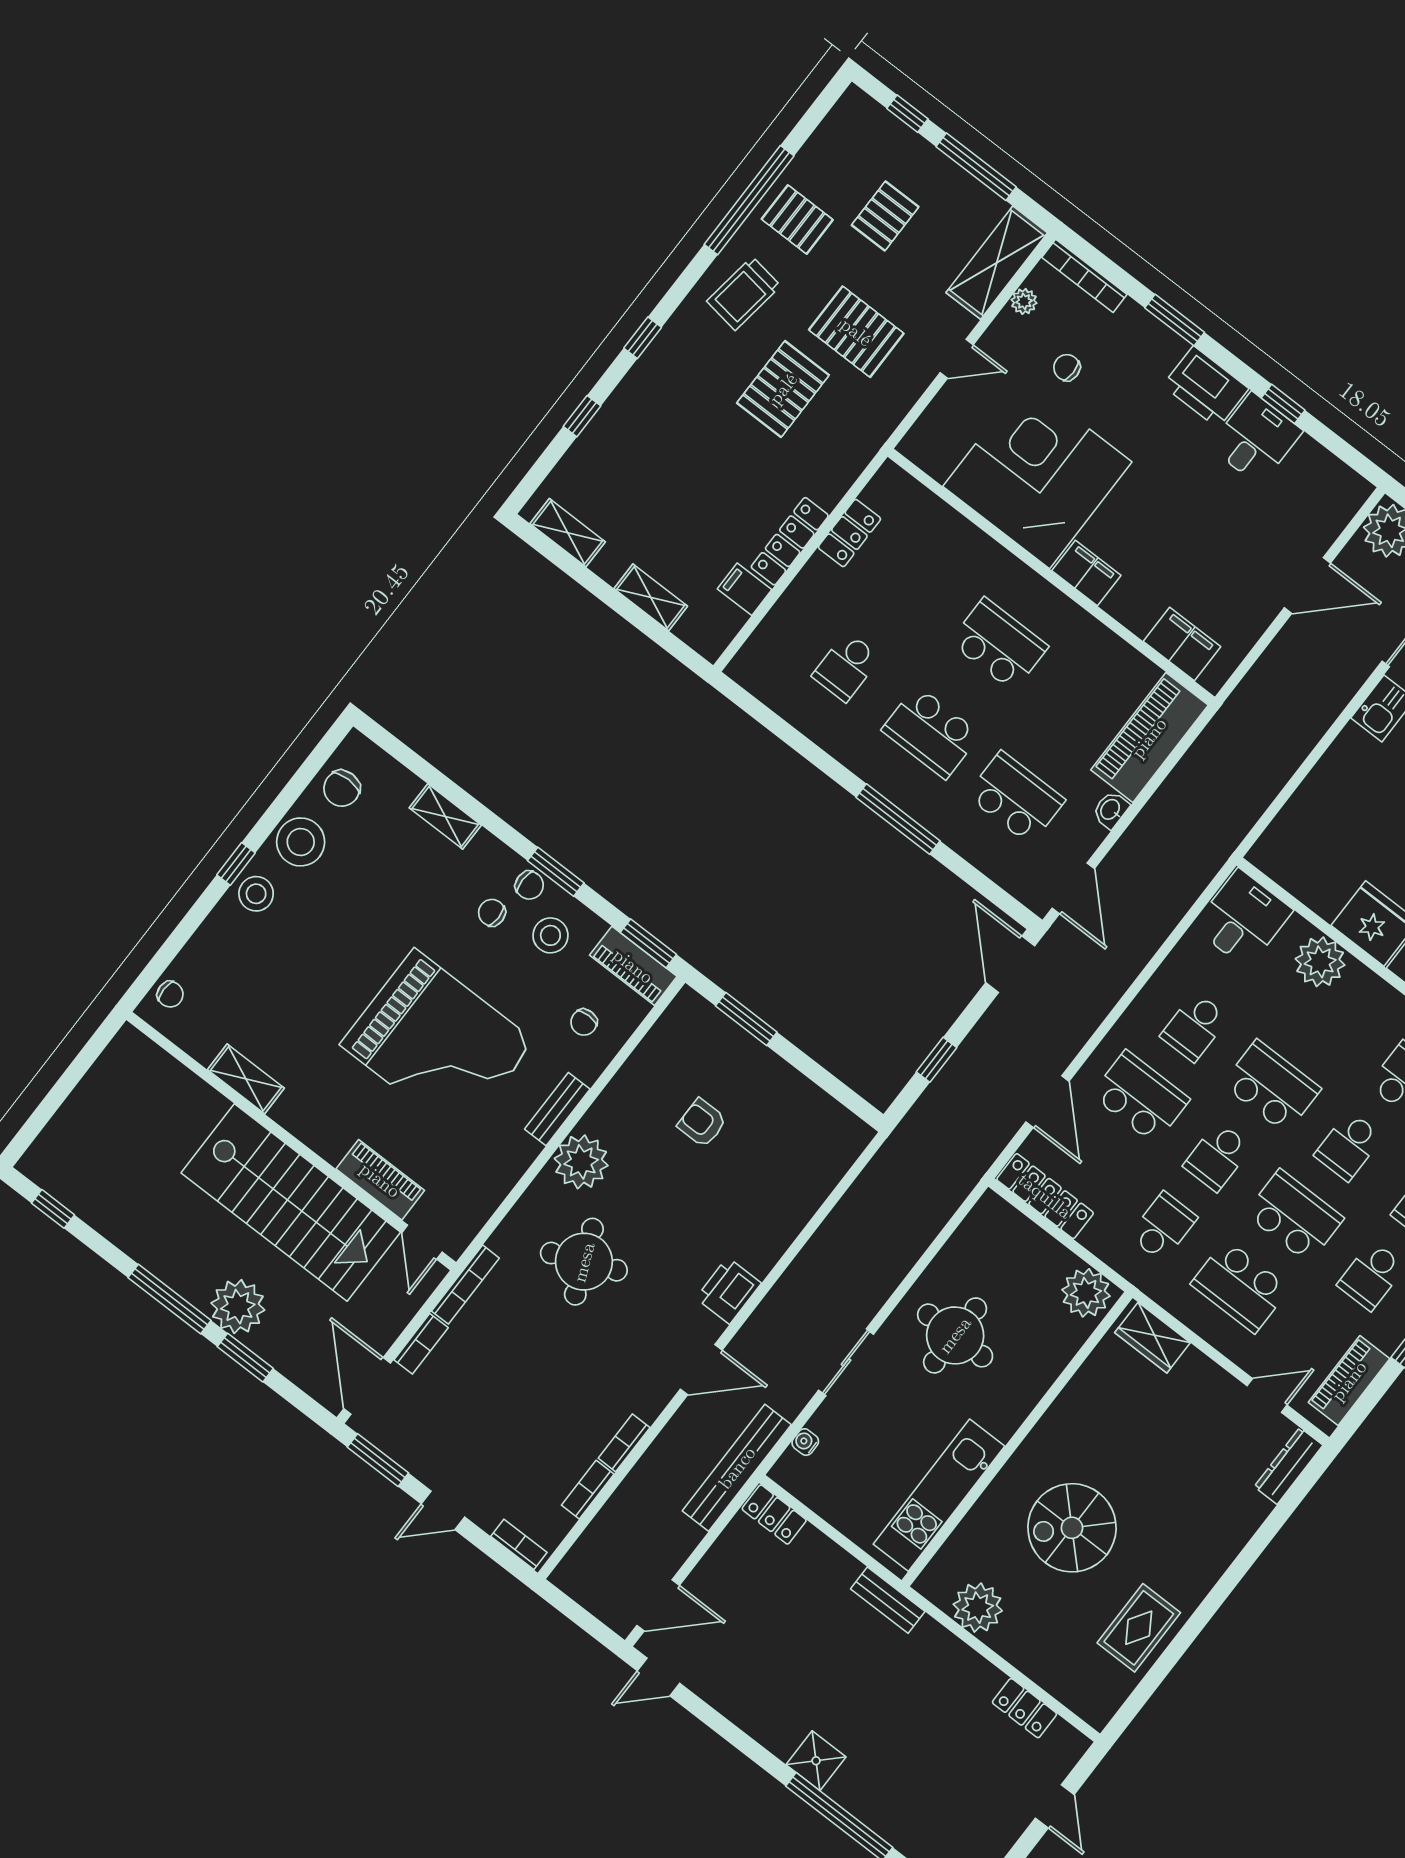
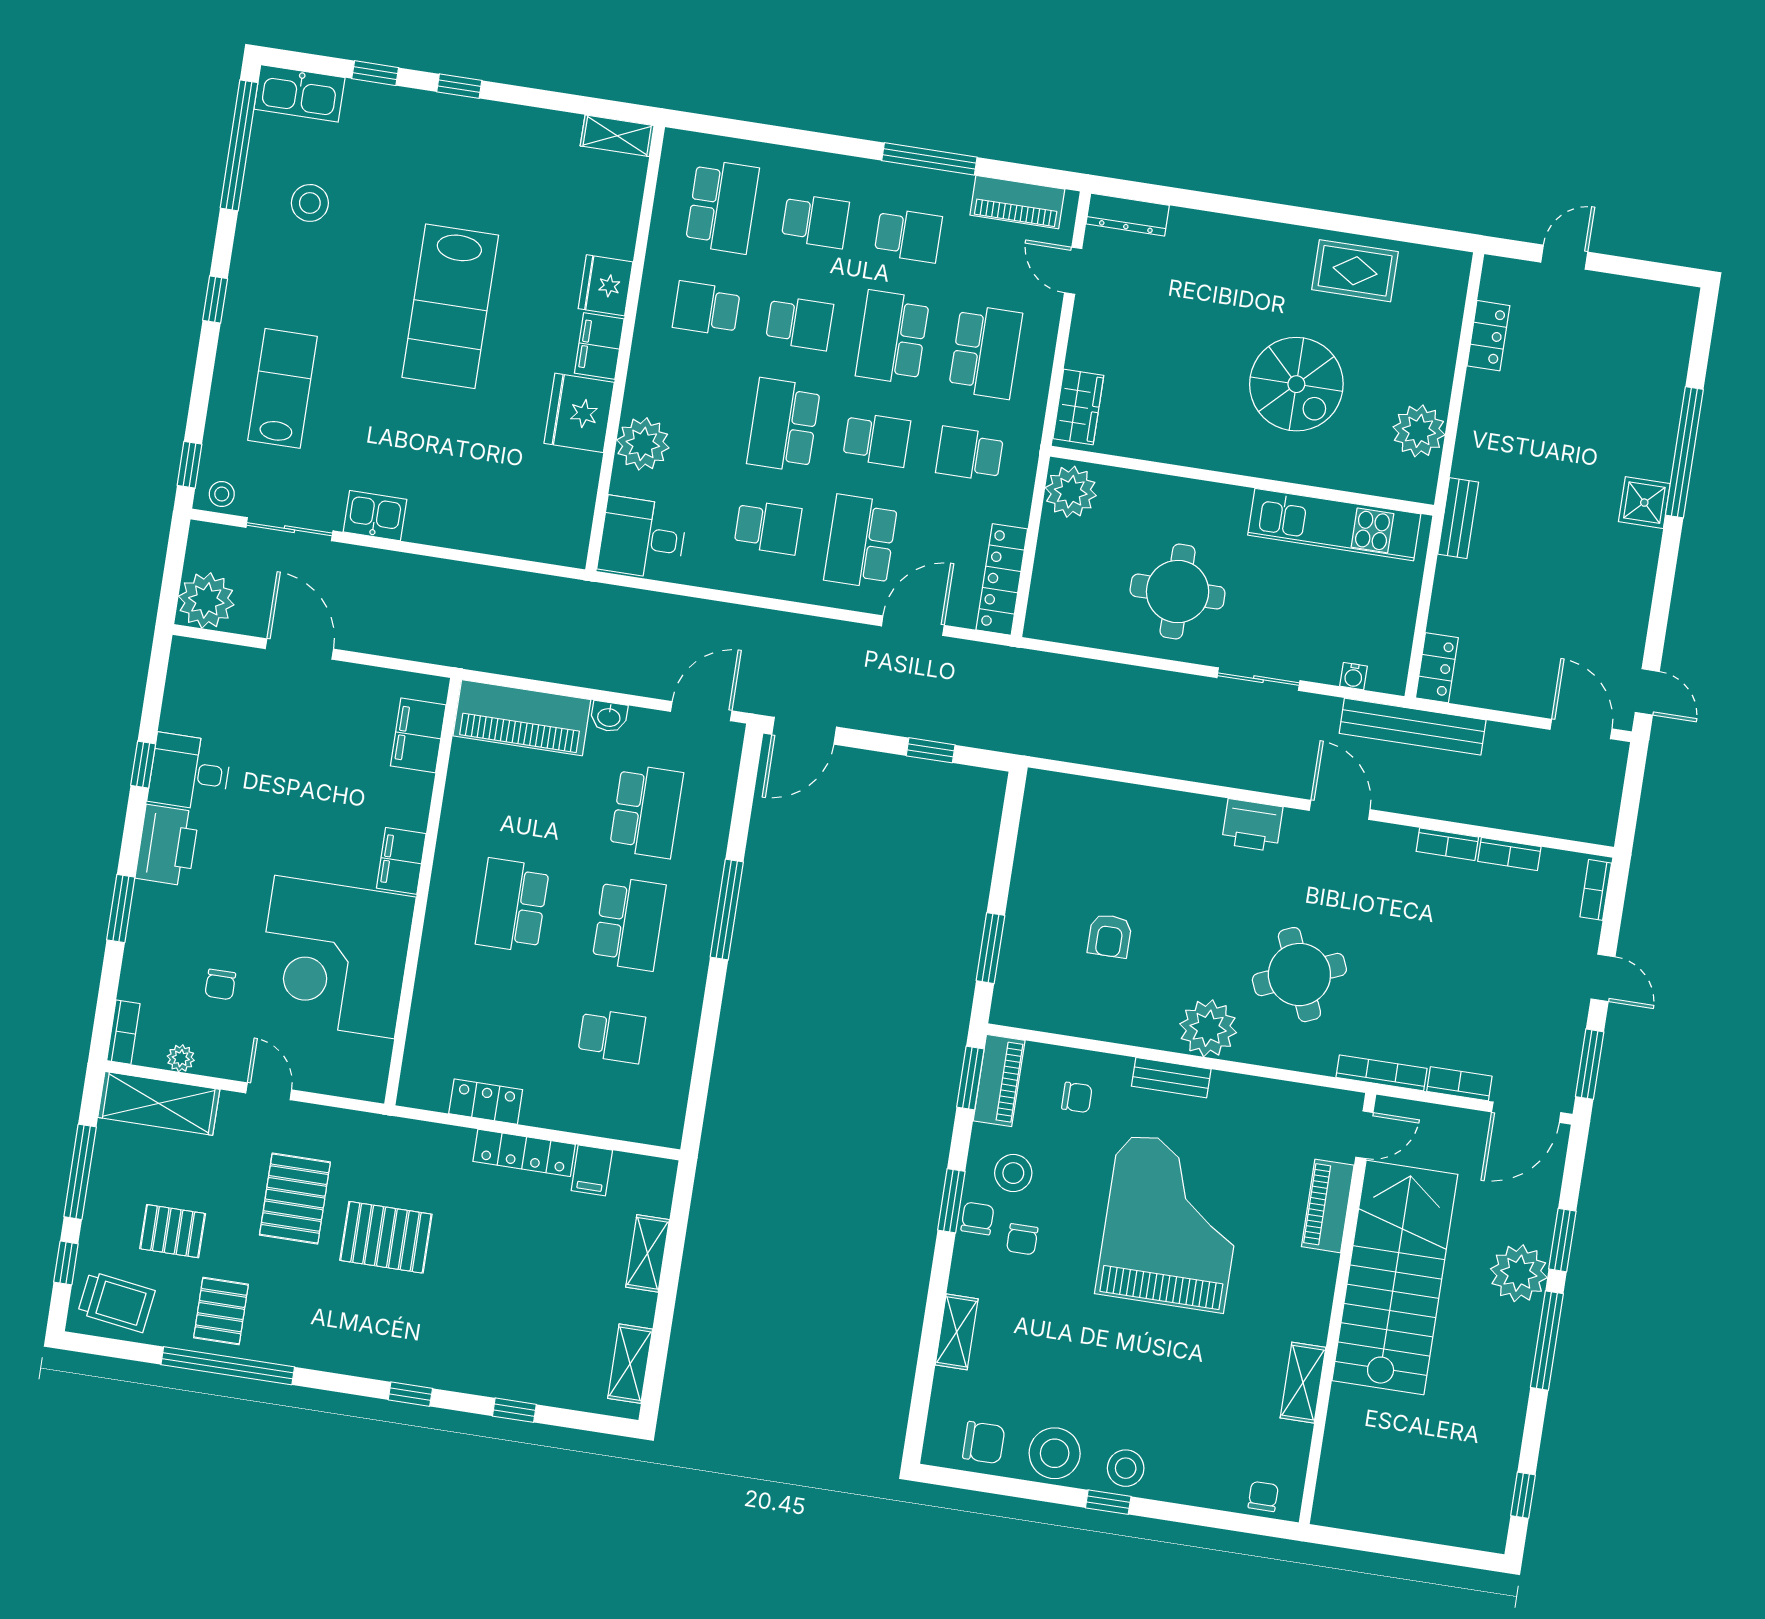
bookcase: (1084, 276) -> (123, 1032), width x0.64
trolley: (744, 294) -> (116, 1302), moved
school desk: (1016, 798) -> (646, 811), turned 180

